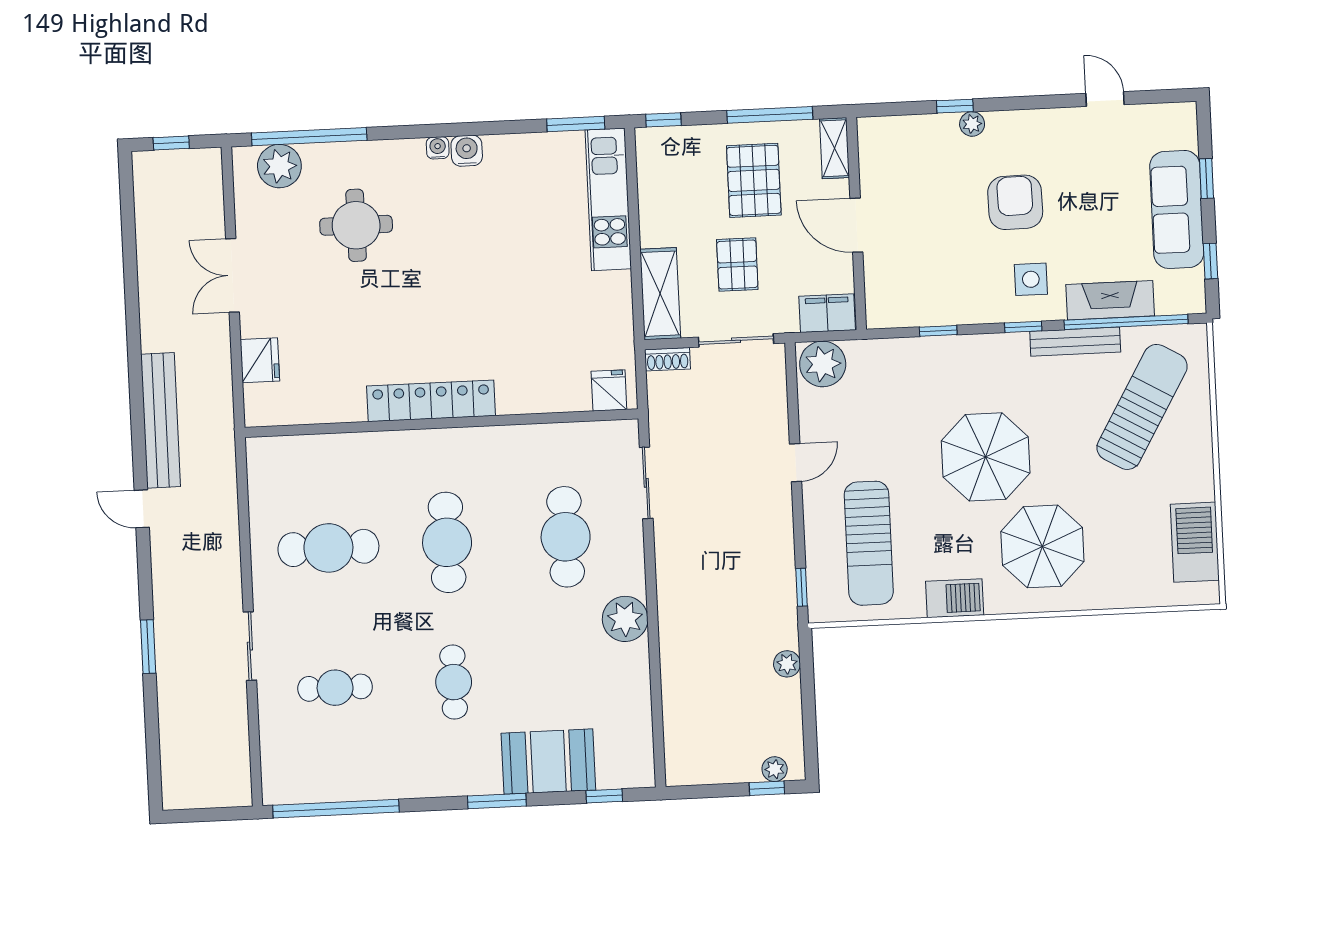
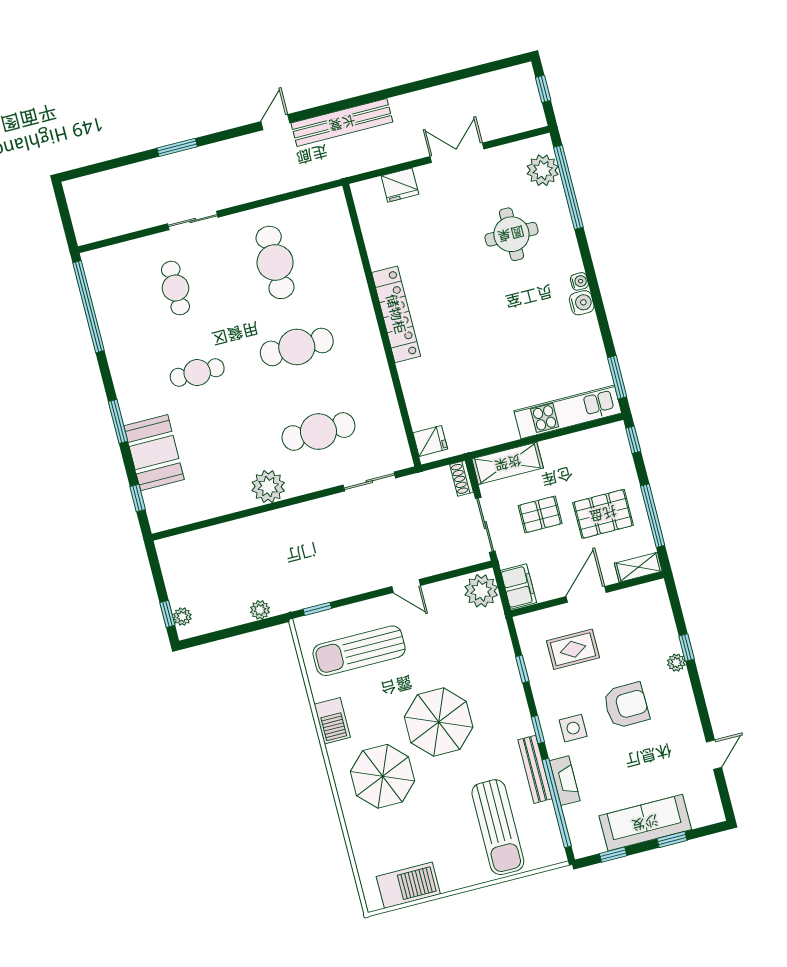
rug: (926, 258) -> (573, 649), added
fireplace: (1110, 300) -> (565, 781), width x0.73, depth x0.76
sun lounger: (1142, 407) -> (498, 827), turned 60

